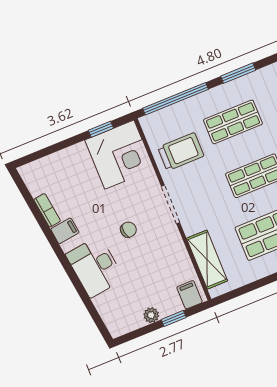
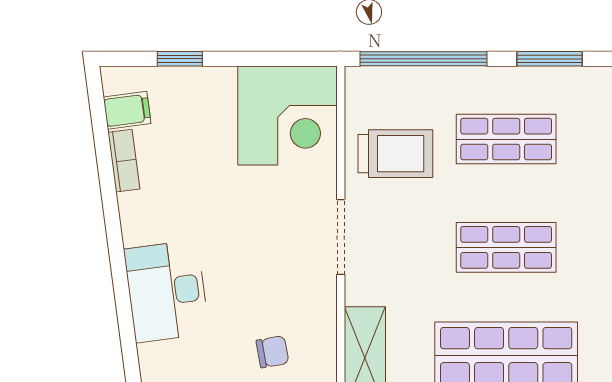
window: (101, 129) -> (180, 59), moved
chair: (128, 230) -> (272, 352), moved
filing cabinet: (65, 231) -> (127, 110), moved

